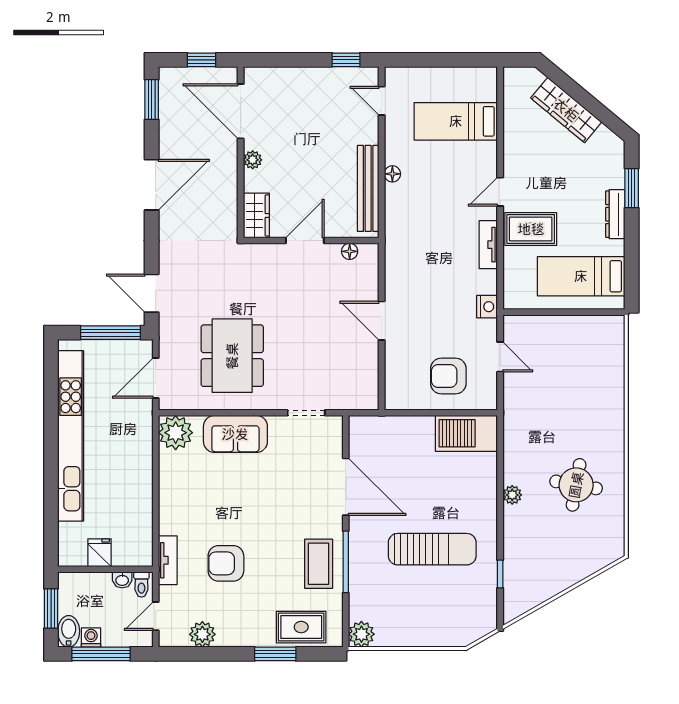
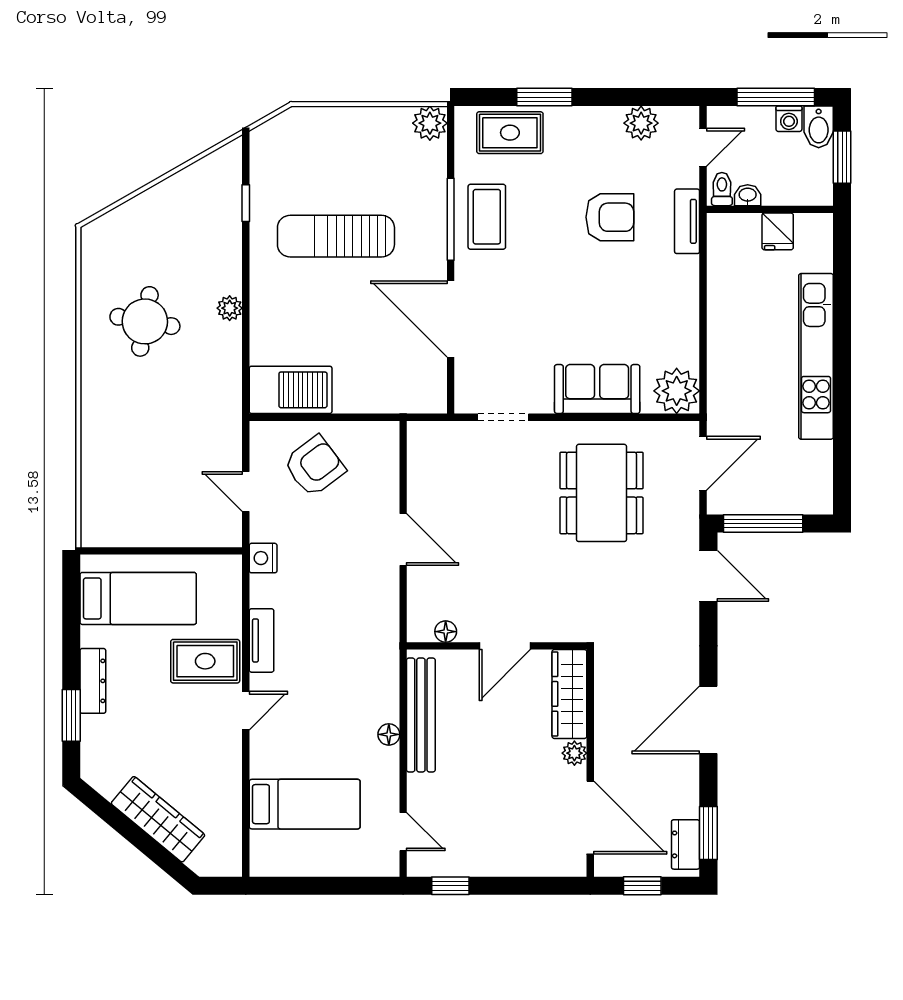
dresser: (169, 91) -> (686, 844), added
wardrobe: (256, 215) -> (569, 694), width x1.50
armchair: (448, 376) -> (314, 466), turned -37
kitchen unit: (71, 436) -> (816, 356), width x0.73

